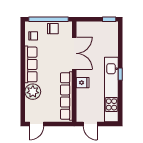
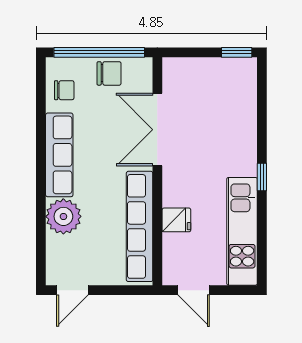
double door: (74, 53) -> (157, 130), swing flipped
fridge: (83, 83) -> (176, 220), moved
kitchen unit: (111, 89) -> (242, 231), width x0.73

